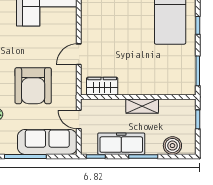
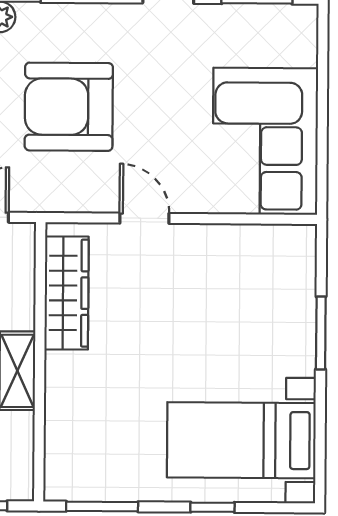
wardrobe: (102, 86) -> (67, 293), width x1.50

